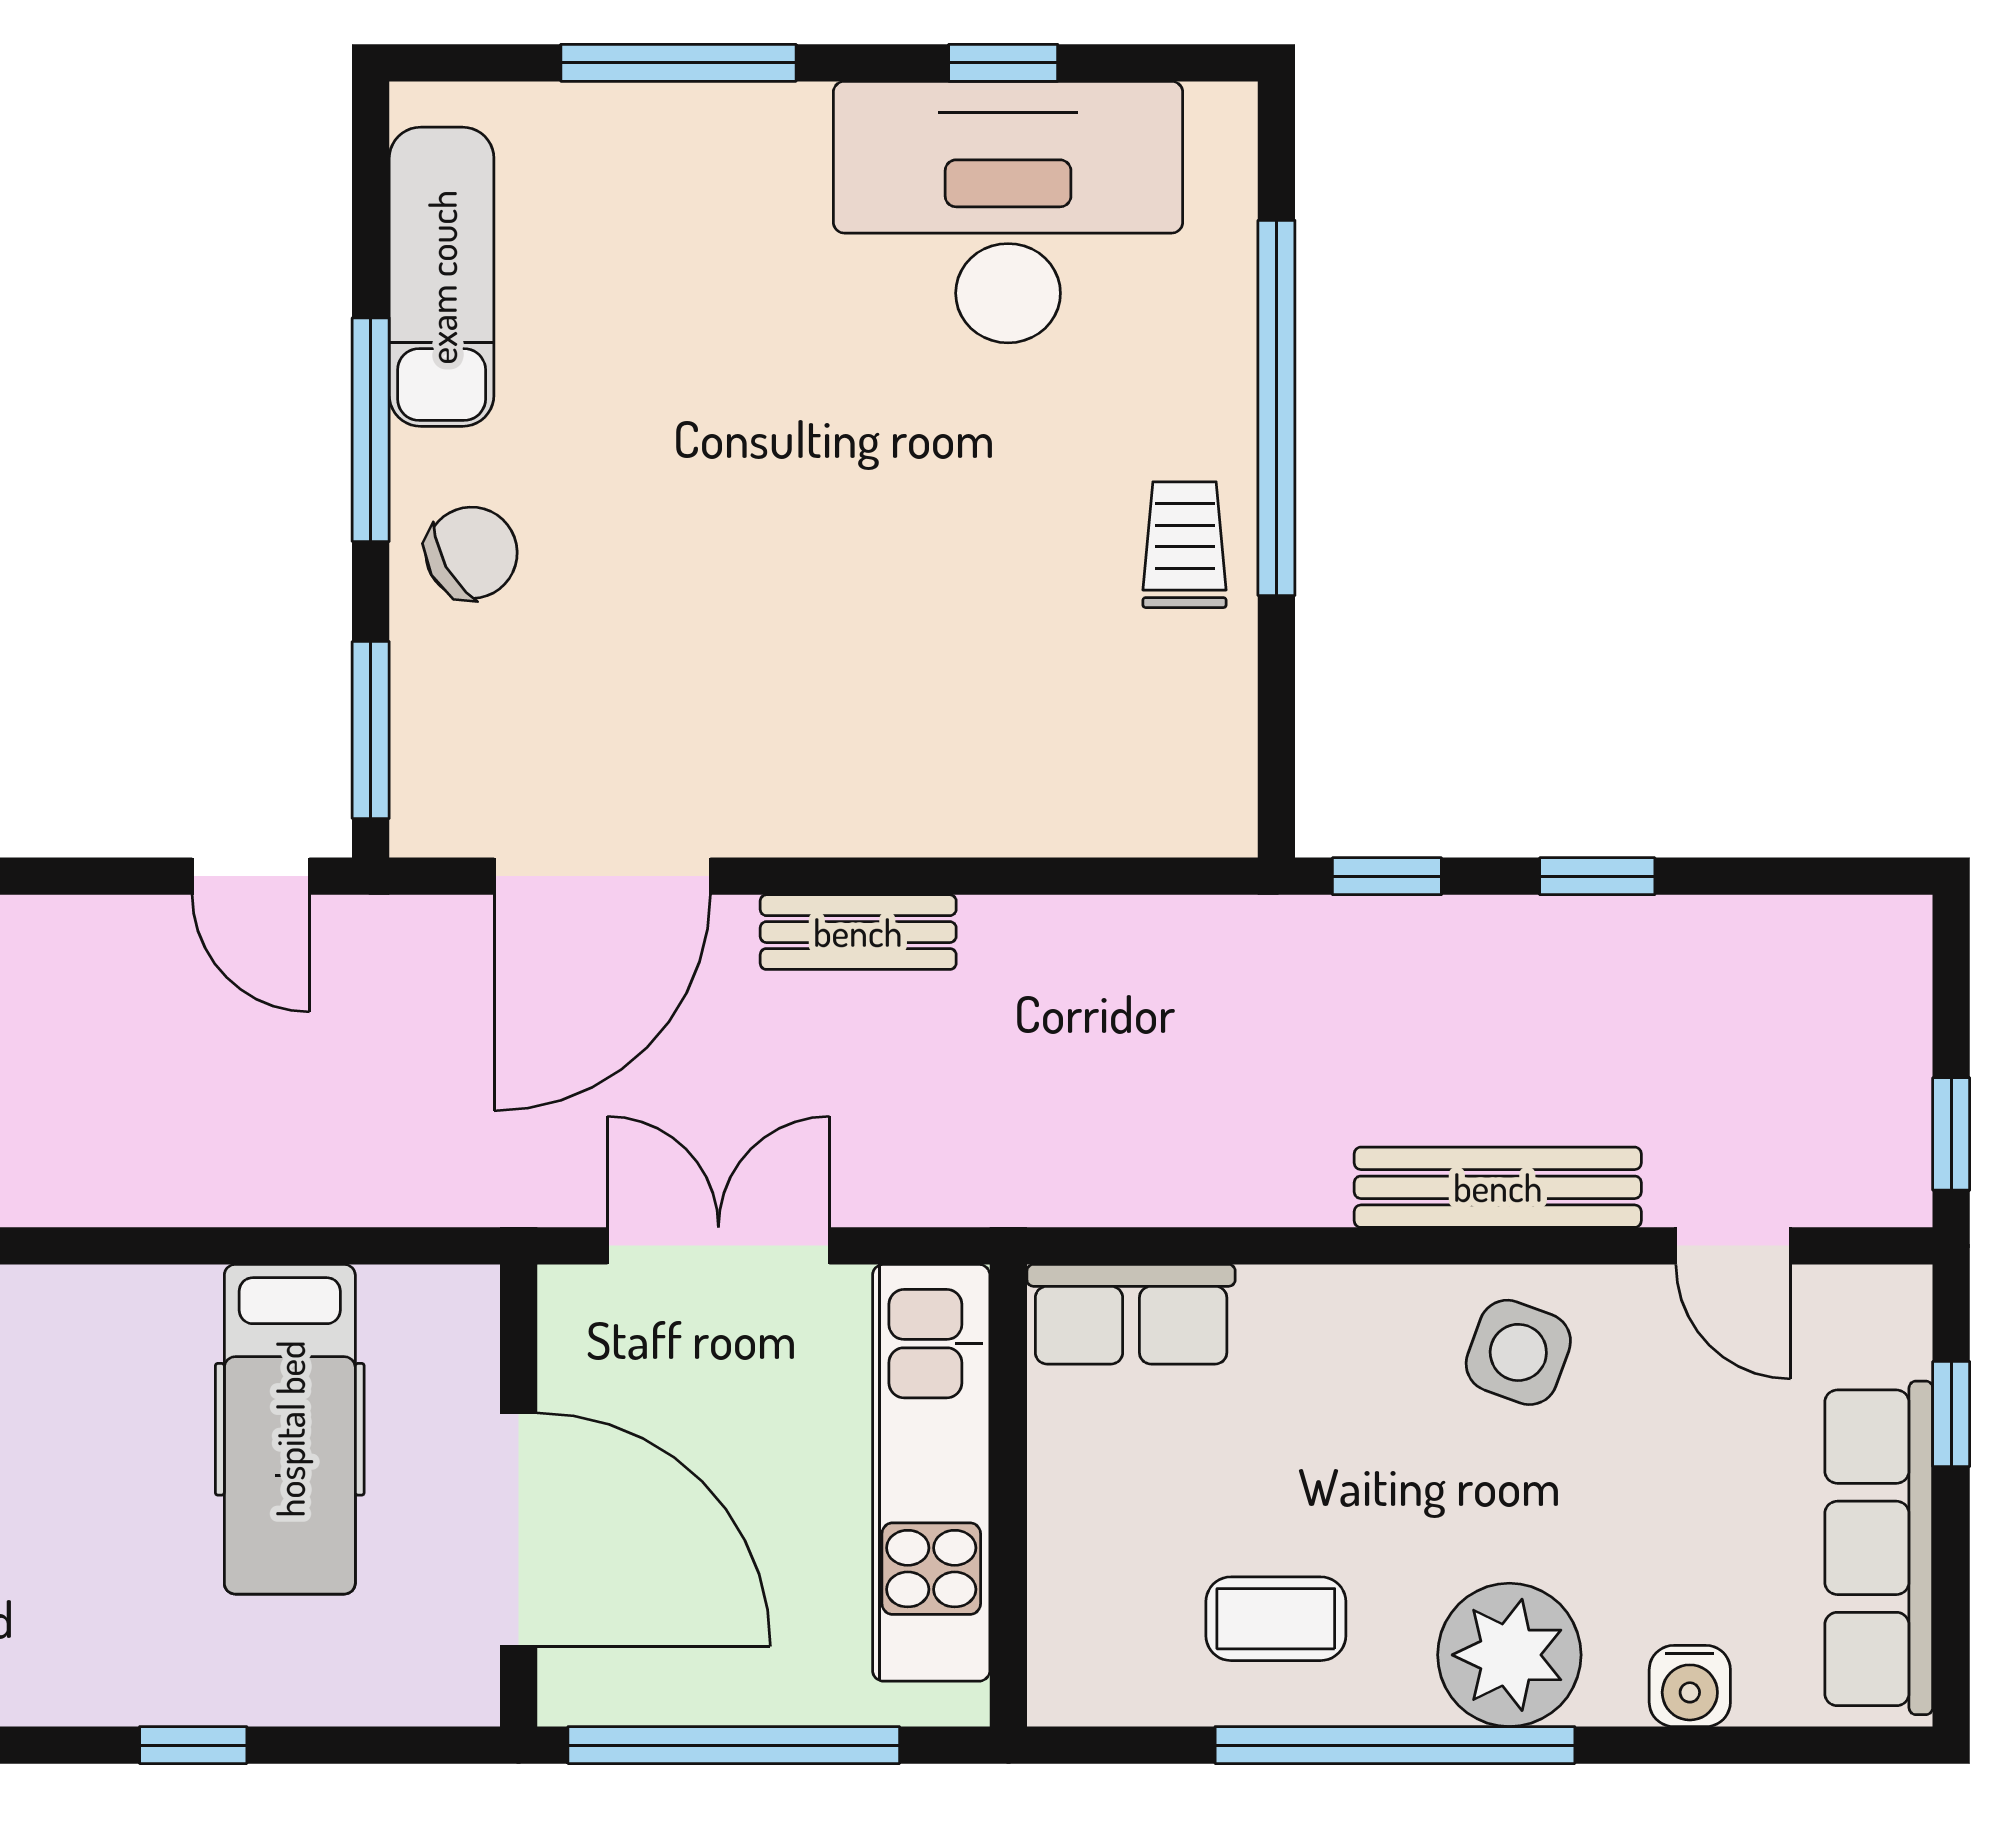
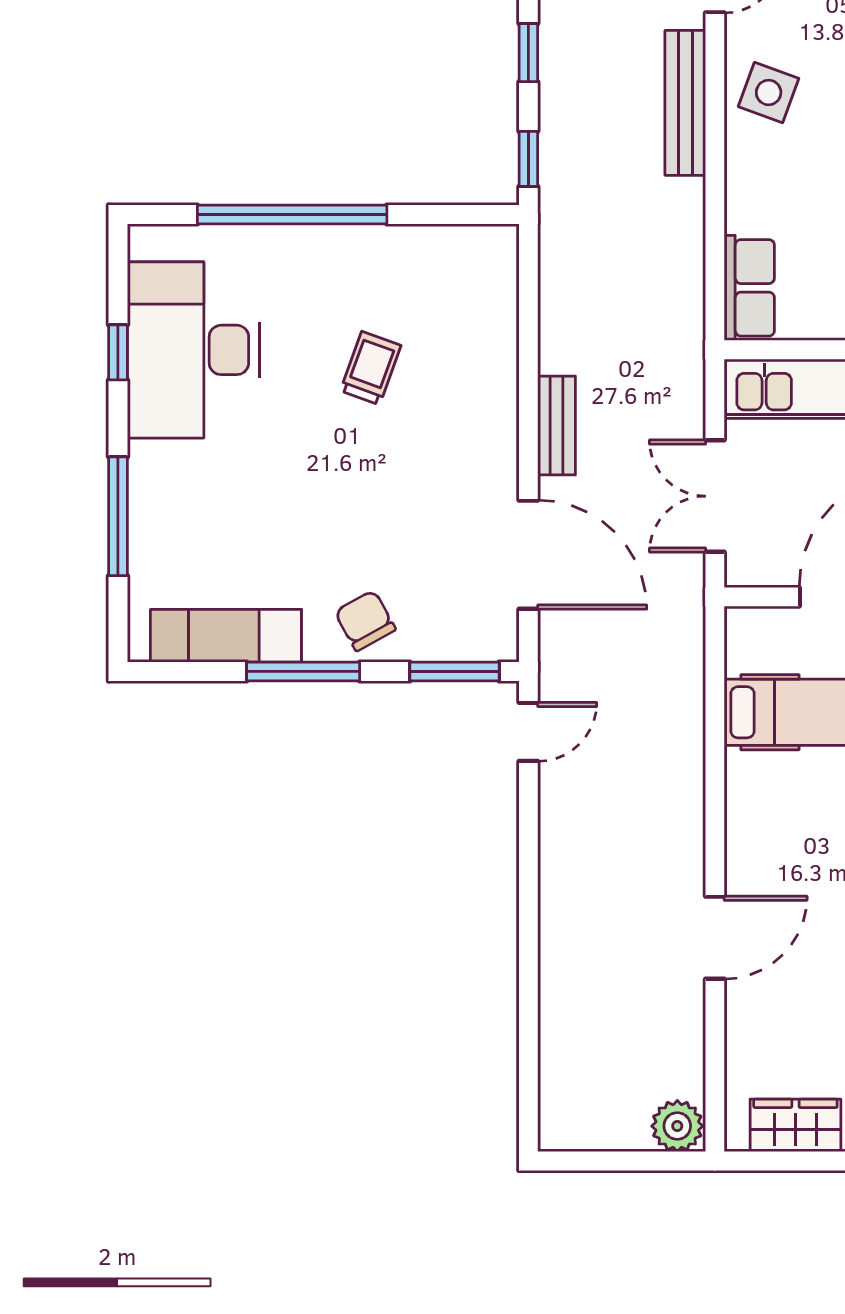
trolley: (1185, 545) -> (371, 368), moved, turned 110

